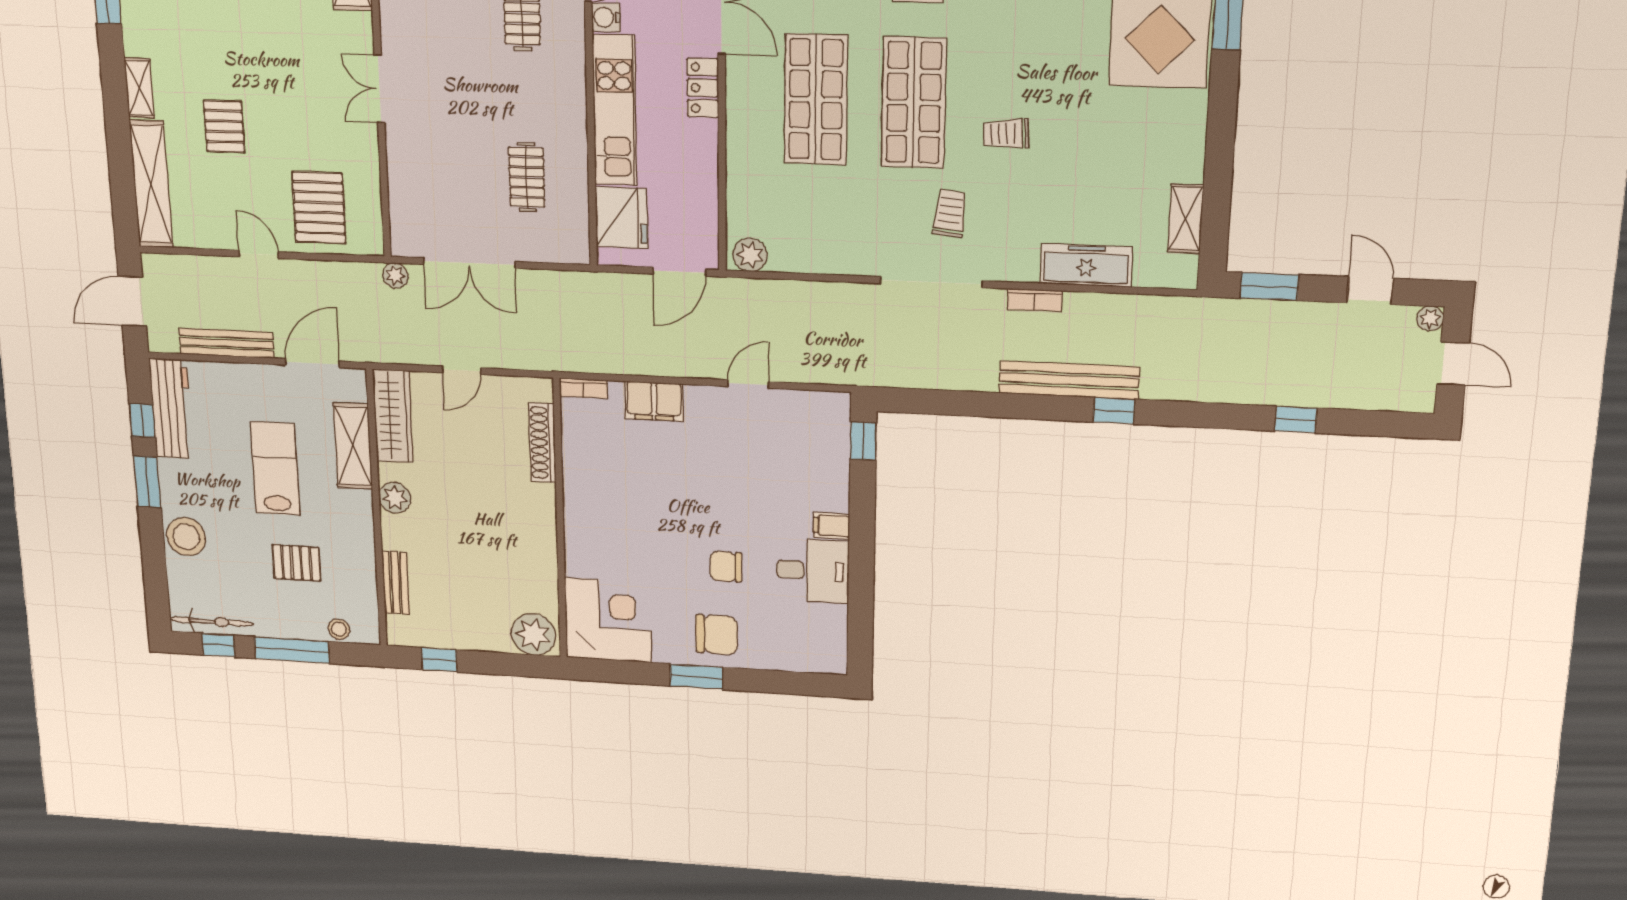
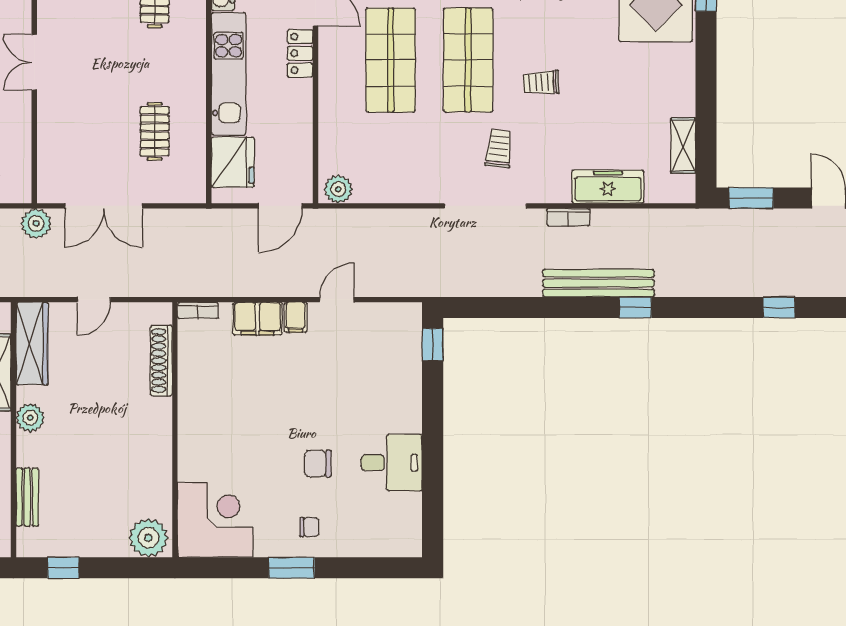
plant: (395, 276) -> (36, 223), width x1.38, depth x1.38
filing cabinet: (832, 526) -> (296, 317), moved, turned -90
chair: (717, 635) -> (309, 527), width x0.54, depth x0.54

